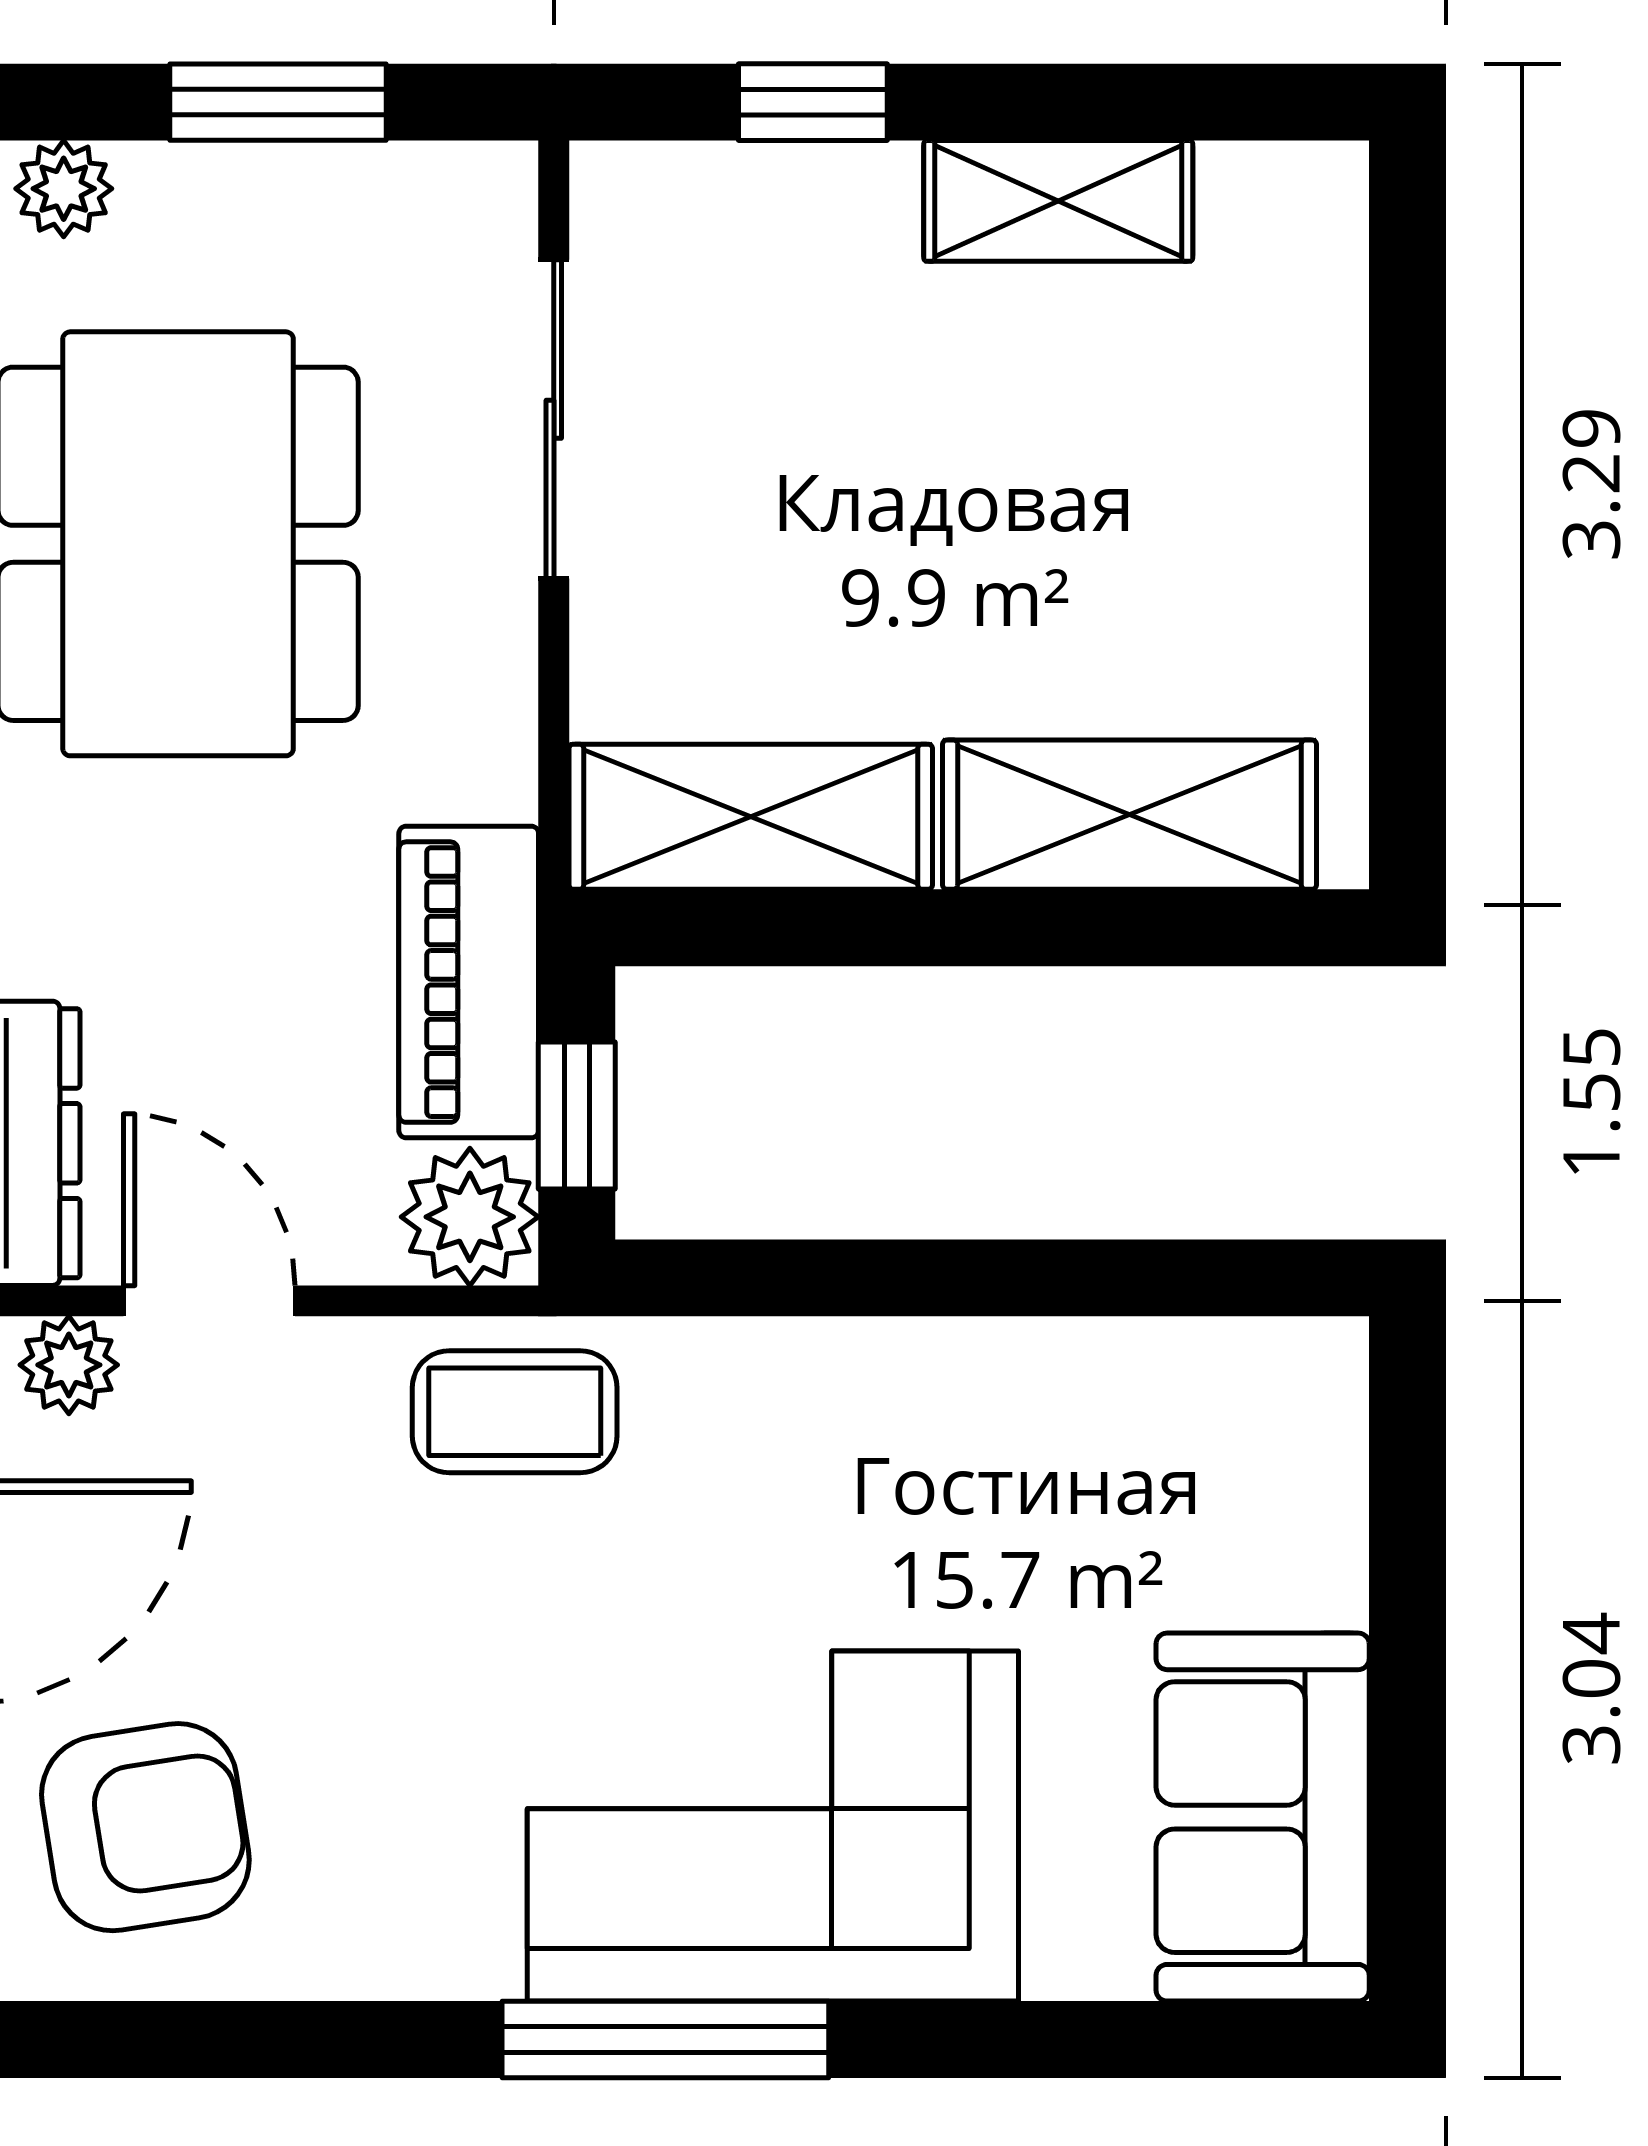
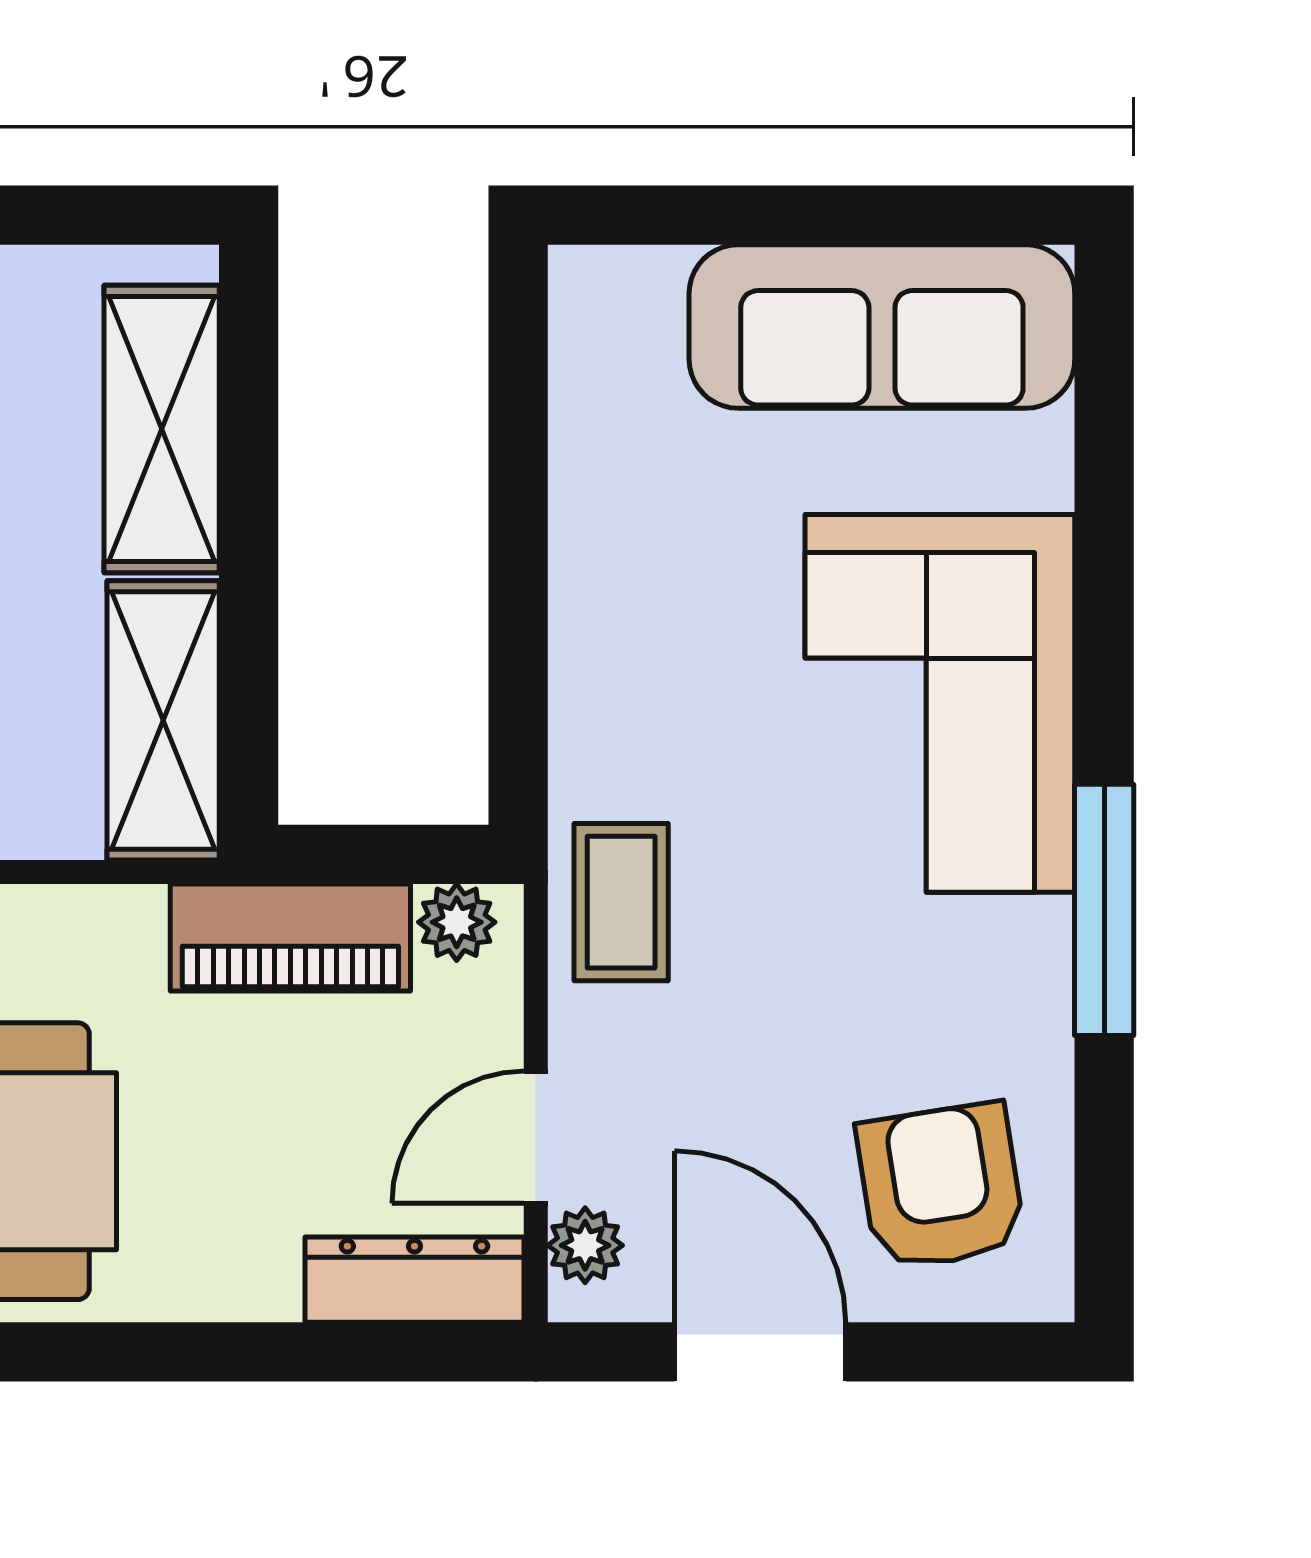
window: (577, 1116) -> (393, 854), removed
plant: (470, 1217) -> (457, 922), width x0.73, depth x0.73
sofa: (1263, 1817) -> (882, 326), width x1.36
window: (665, 2040) -> (1104, 910), moved

